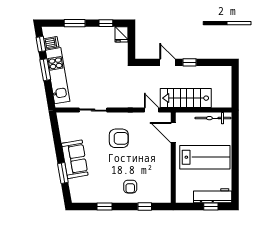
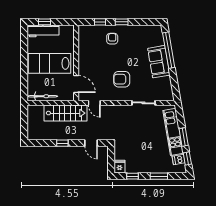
door: (167, 62) -> (91, 143), moved
window: (63, 173) -> (169, 50), width x2.11
window: (104, 206) -> (122, 22), moved

